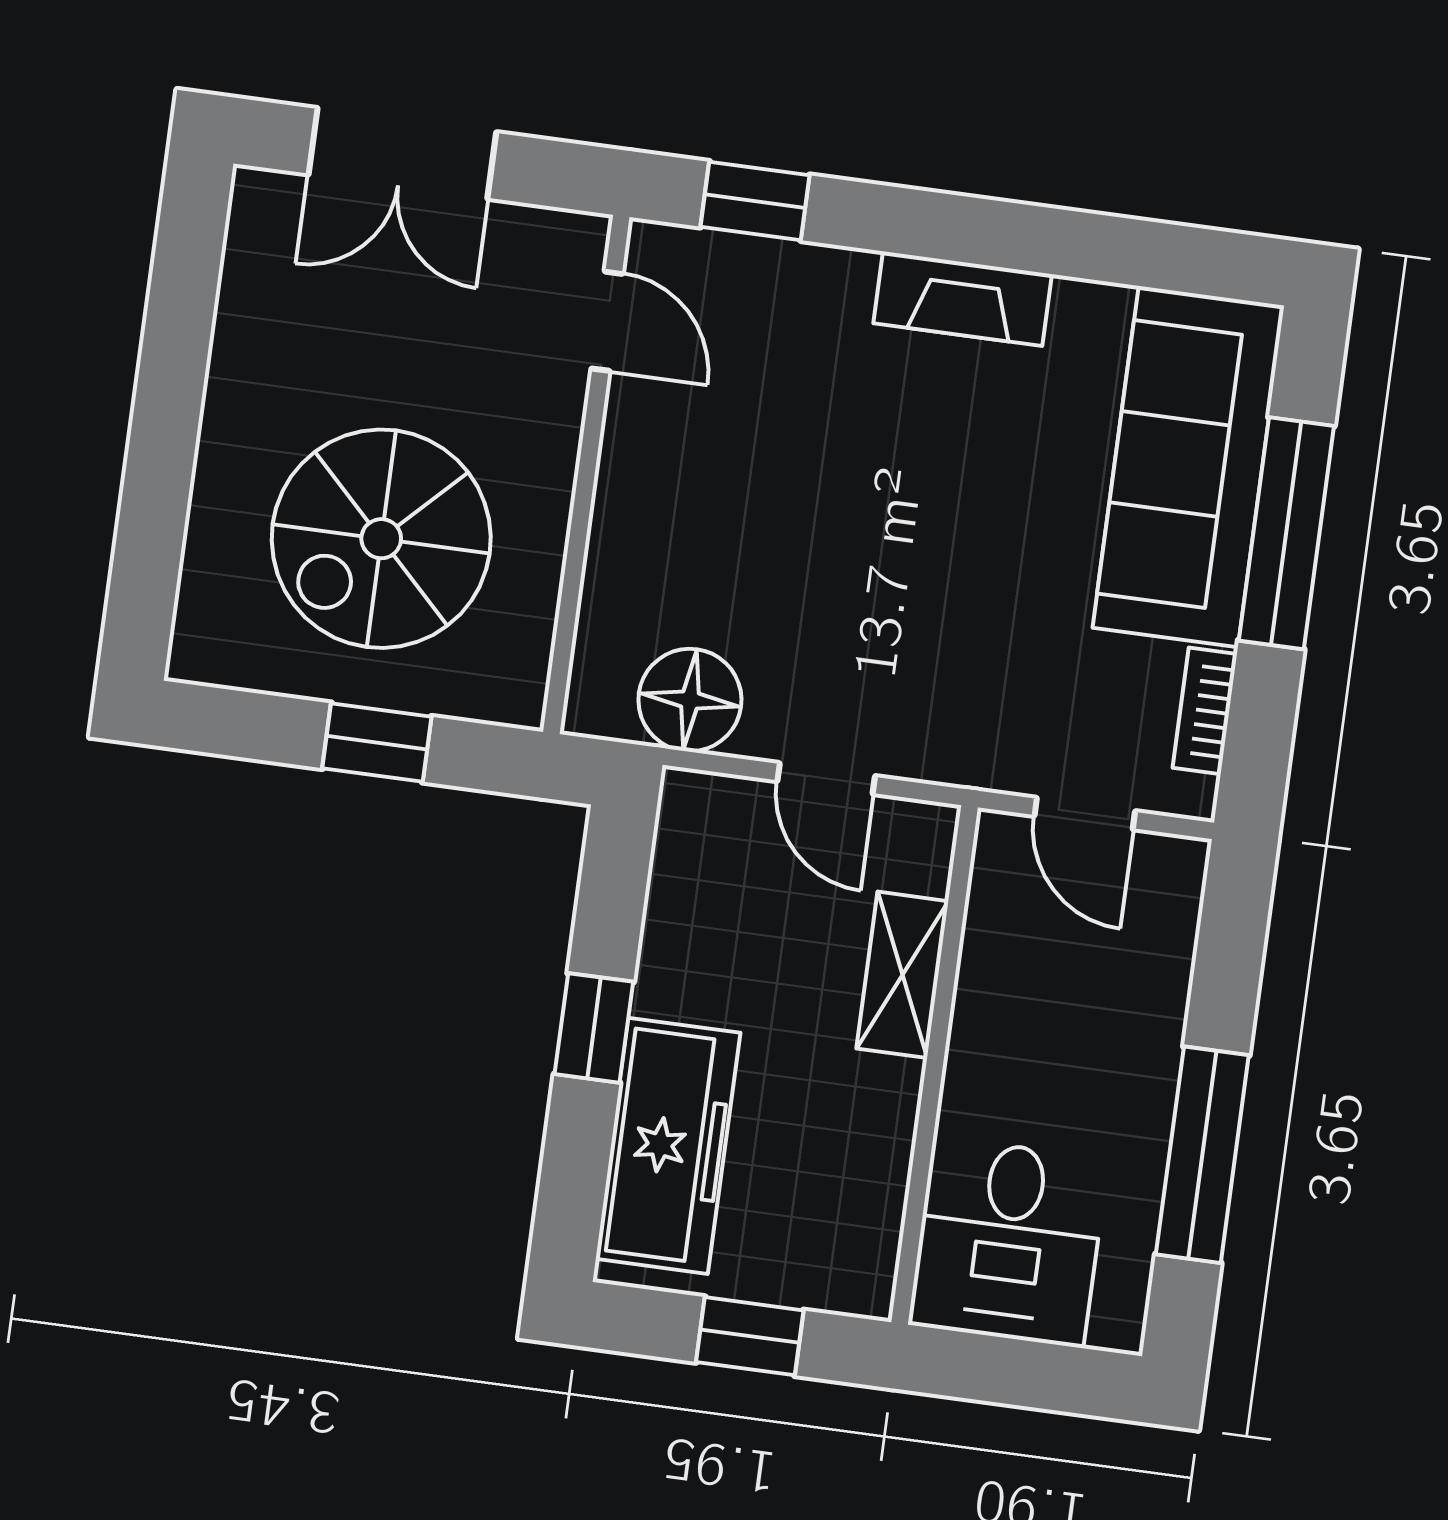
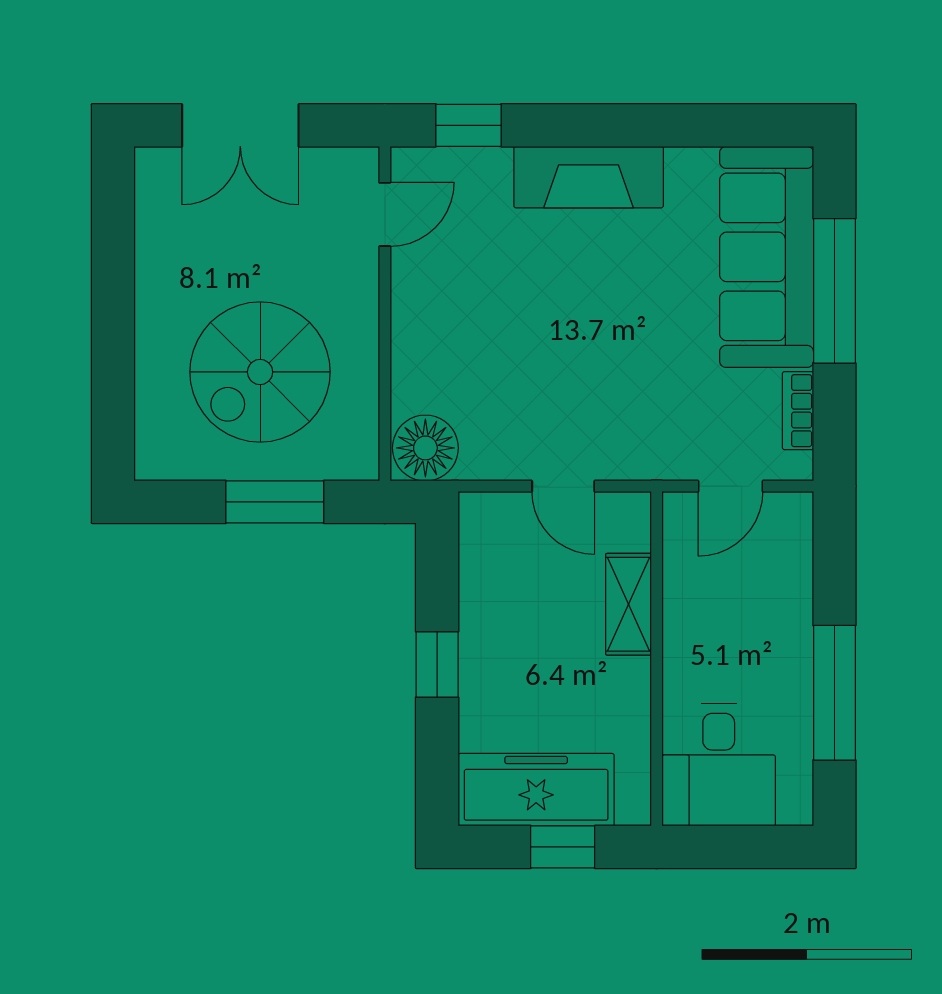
fireplace: (963, 299) -> (589, 177), width x1.37, depth x1.32
door: (607, 321) -> (385, 214), hinge flipped
floor lamp: (690, 700) -> (425, 448), moved
window: (377, 742) -> (275, 502), width x1.50
door: (1085, 814) -> (730, 486), hinge flipped
freezer: (668, 1146) -> (536, 790), moved, turned -90

